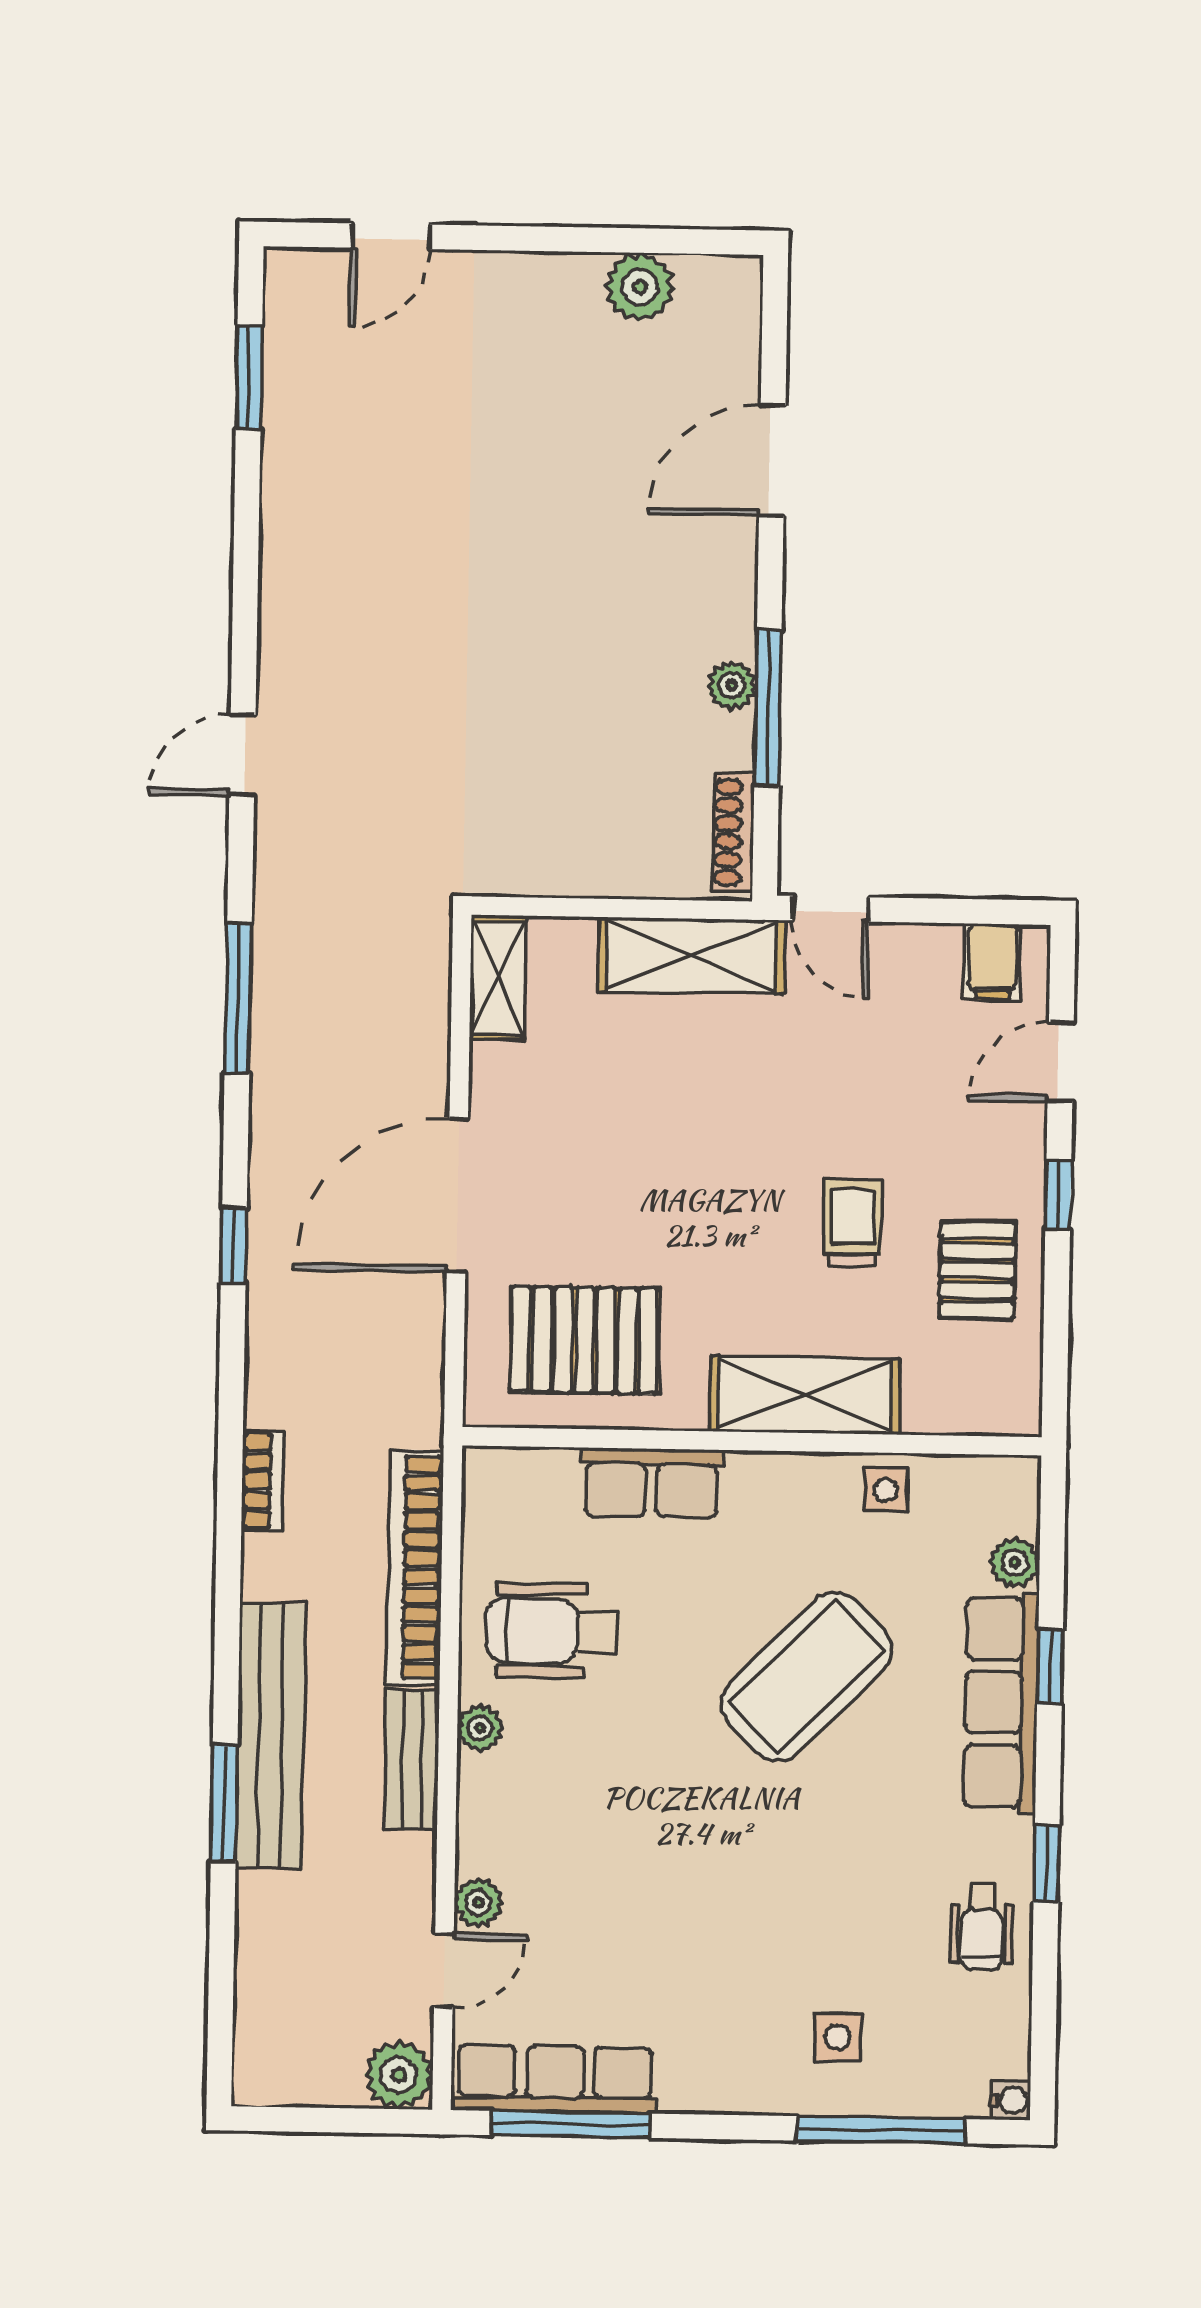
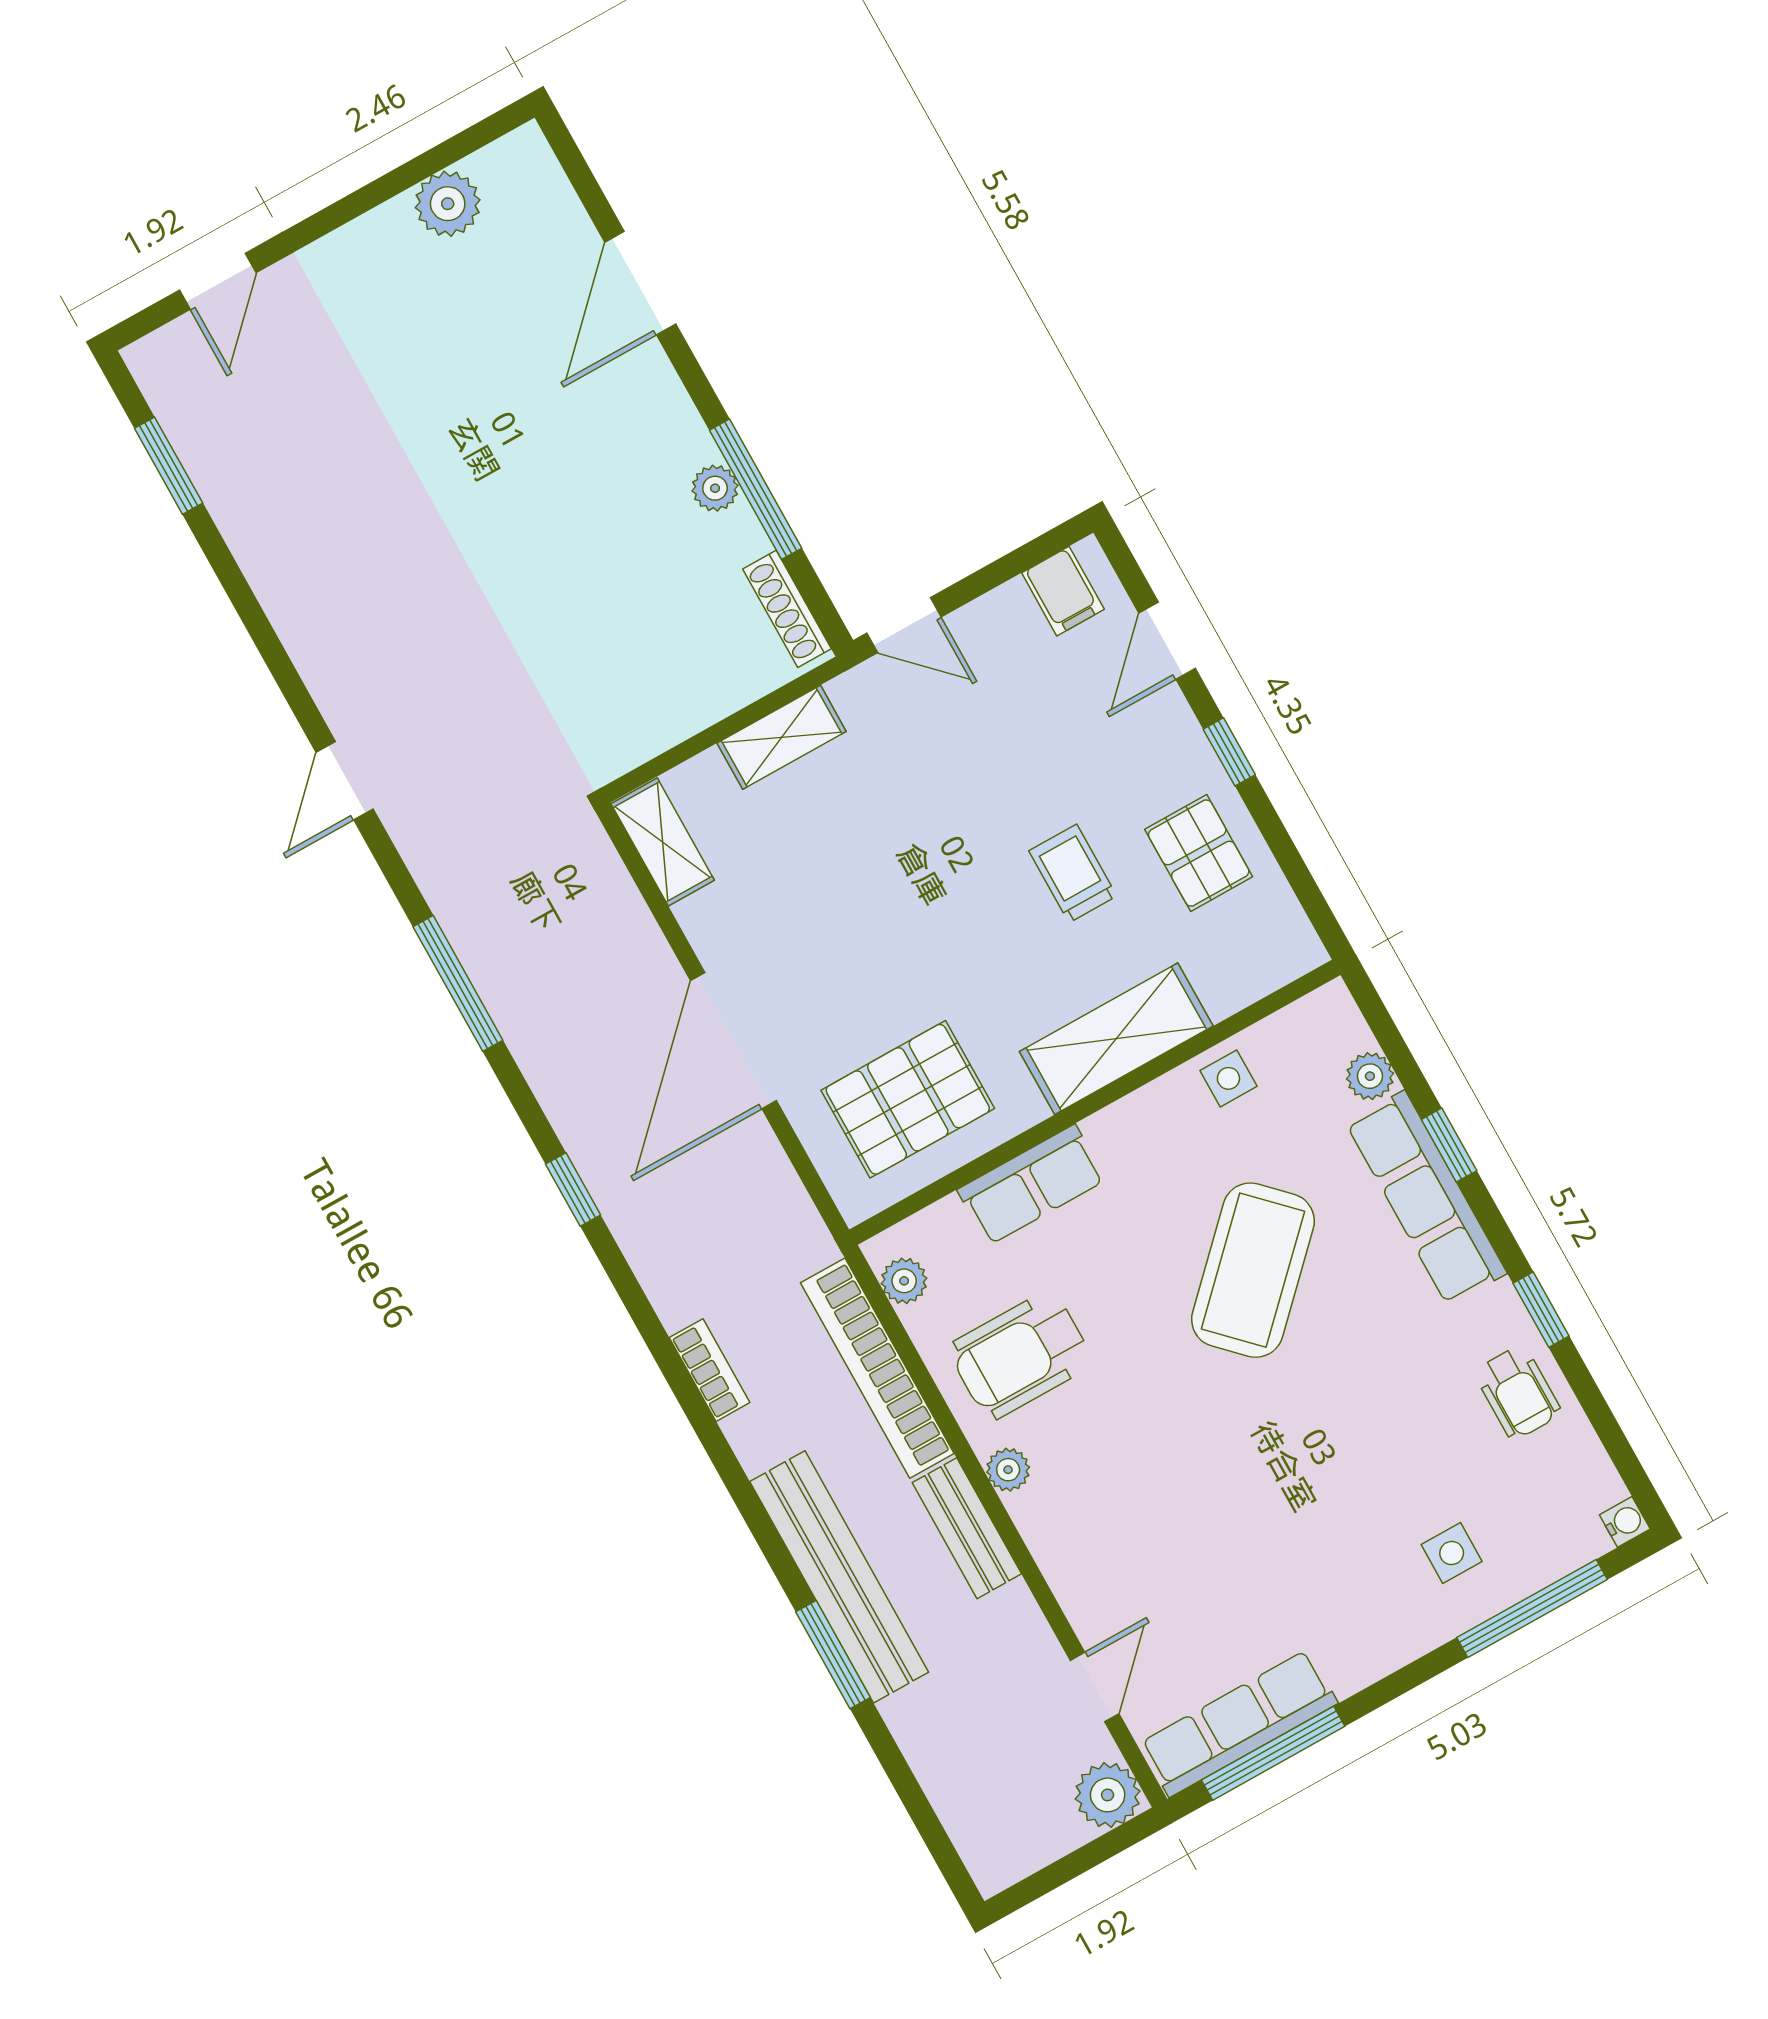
shelving: (692, 956) -> (782, 737), width x0.67, depth x0.75
plant: (478, 1903) -> (904, 1281), moved

